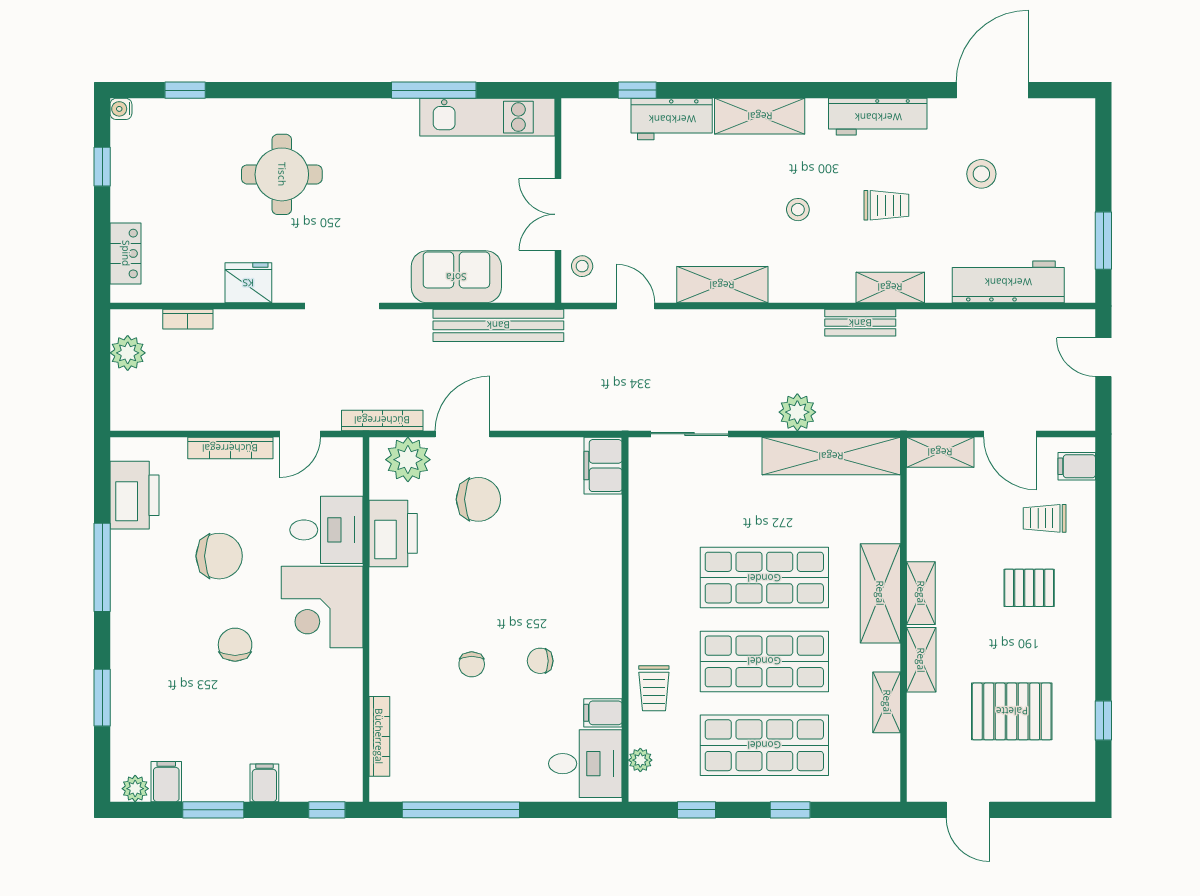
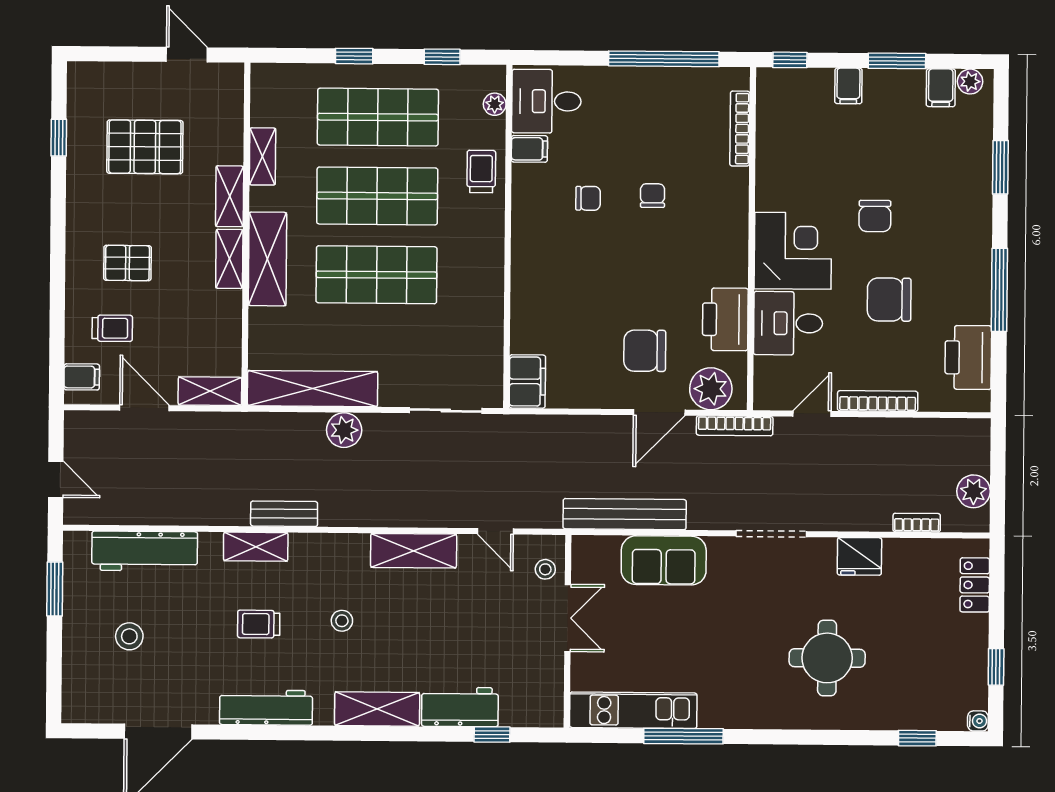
stool: (981, 174) -> (129, 636), moved

